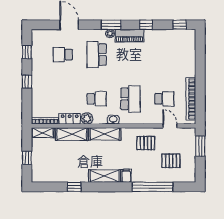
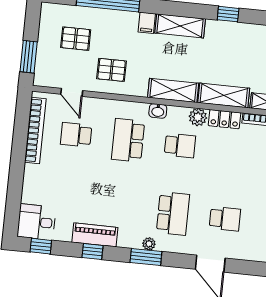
piano: (130, 36) -> (95, 235), moved
desk: (184, 40) -> (37, 222), added
school desk: (97, 99) -> (180, 146), turned 180

